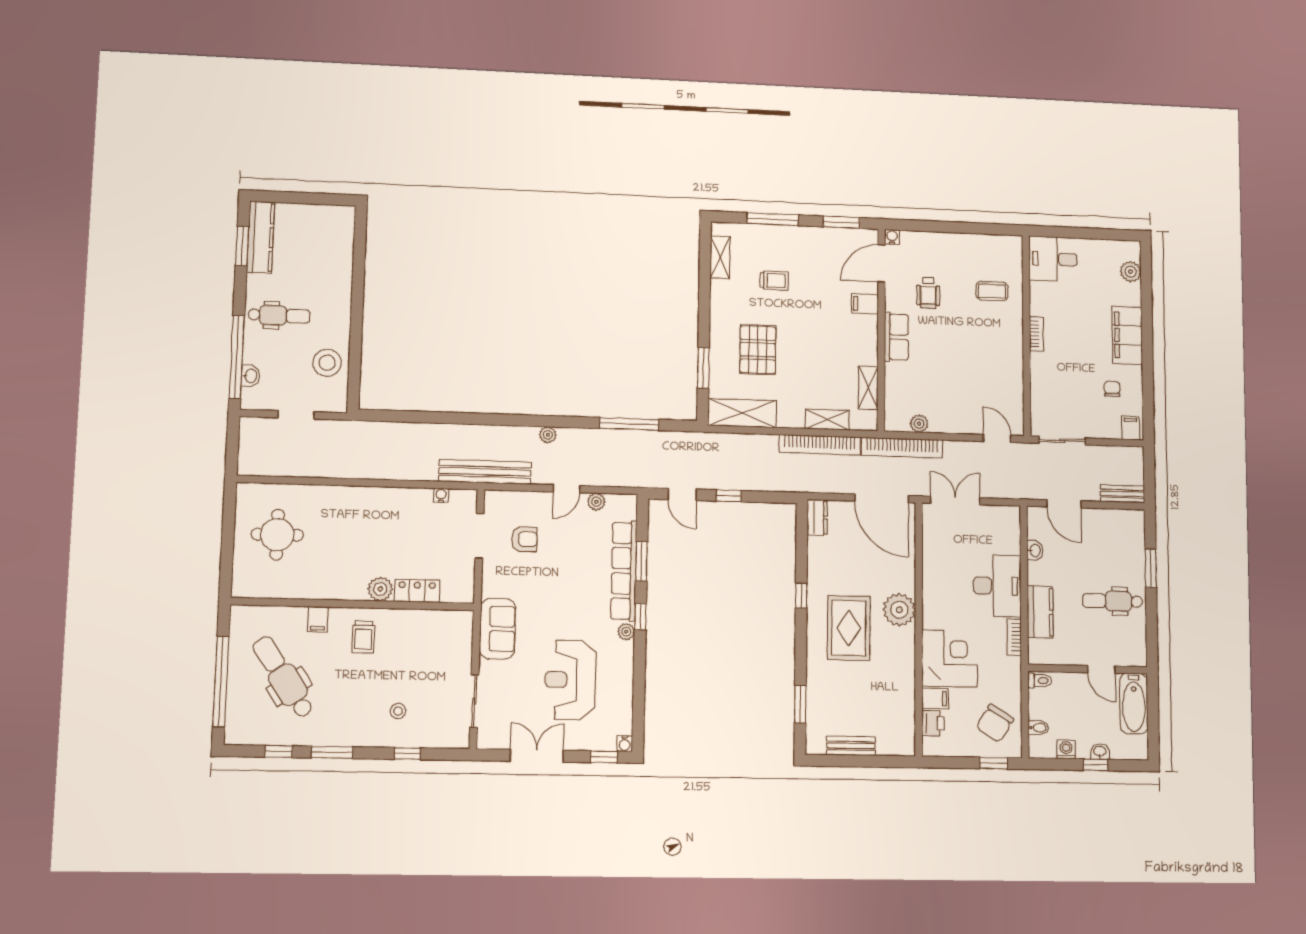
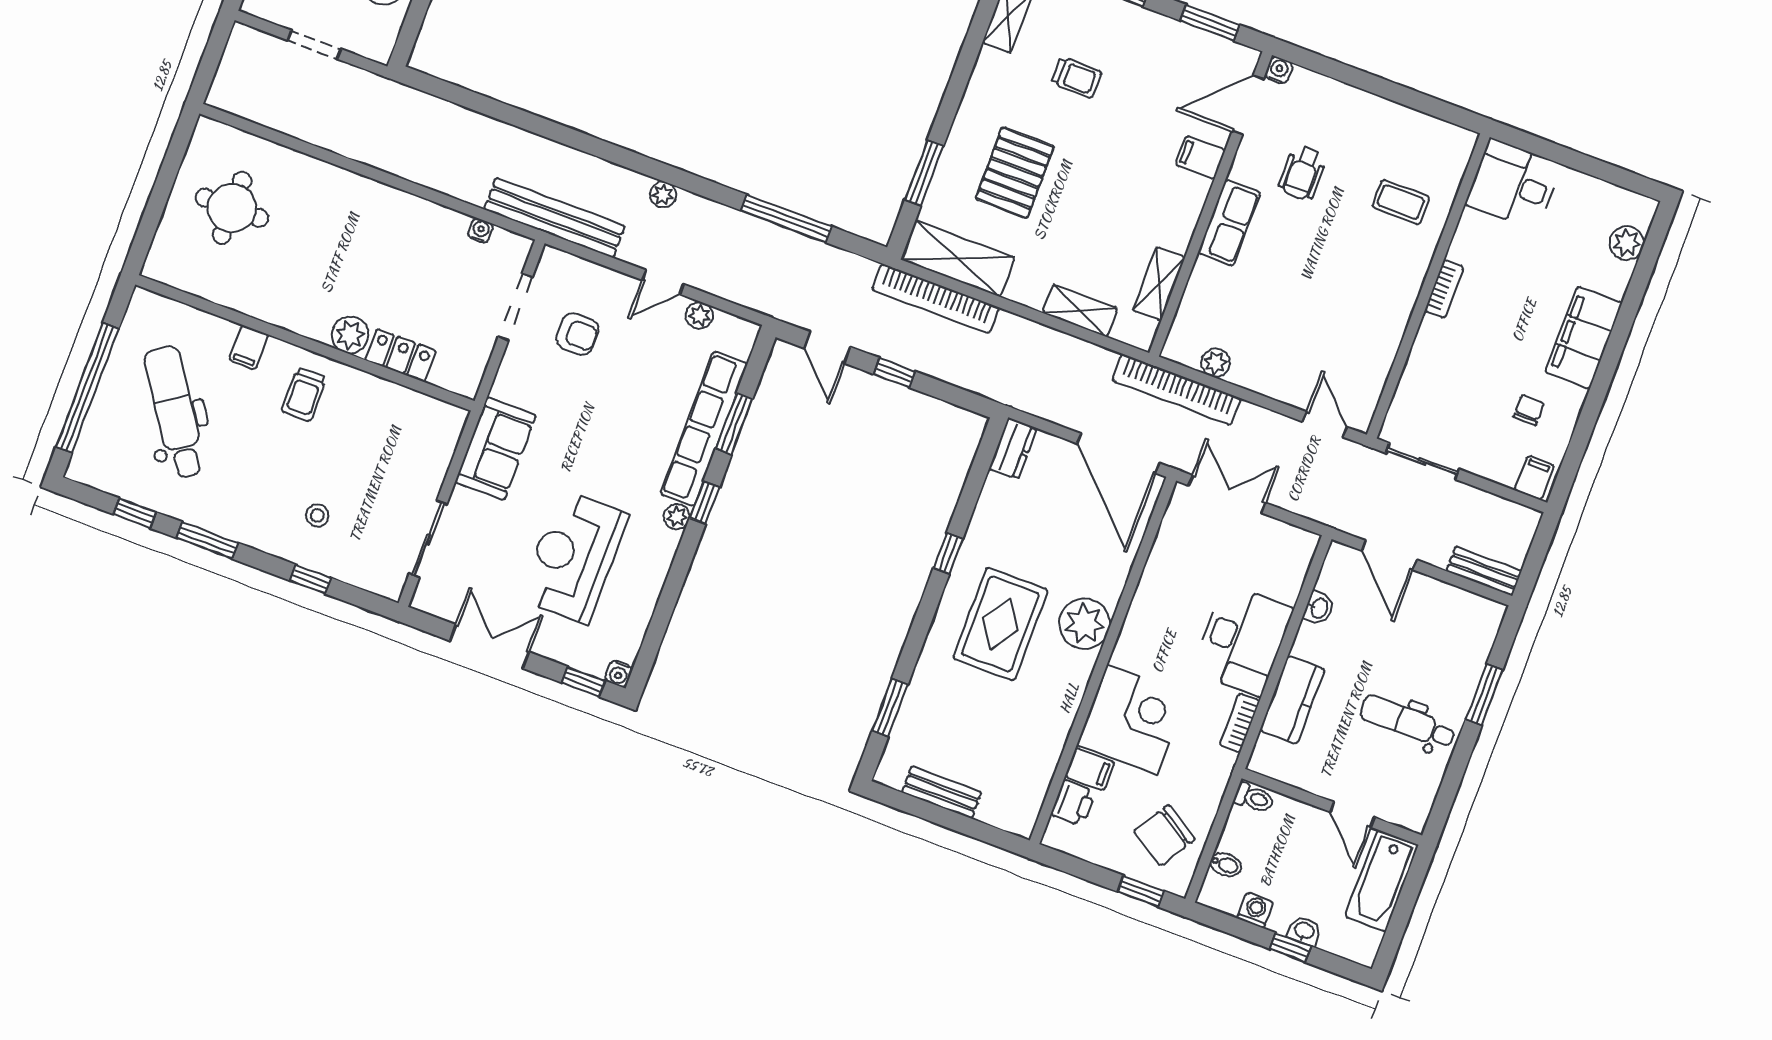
bookcase: (820, 445) -> (935, 299), moved

